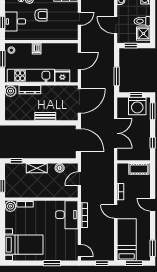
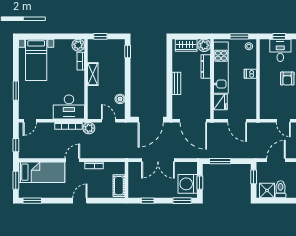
wardrobe: (10, 107) -> (186, 45), added
shelving: (37, 168) -> (93, 74), moved
plant: (86, 196) -> (89, 128), added

